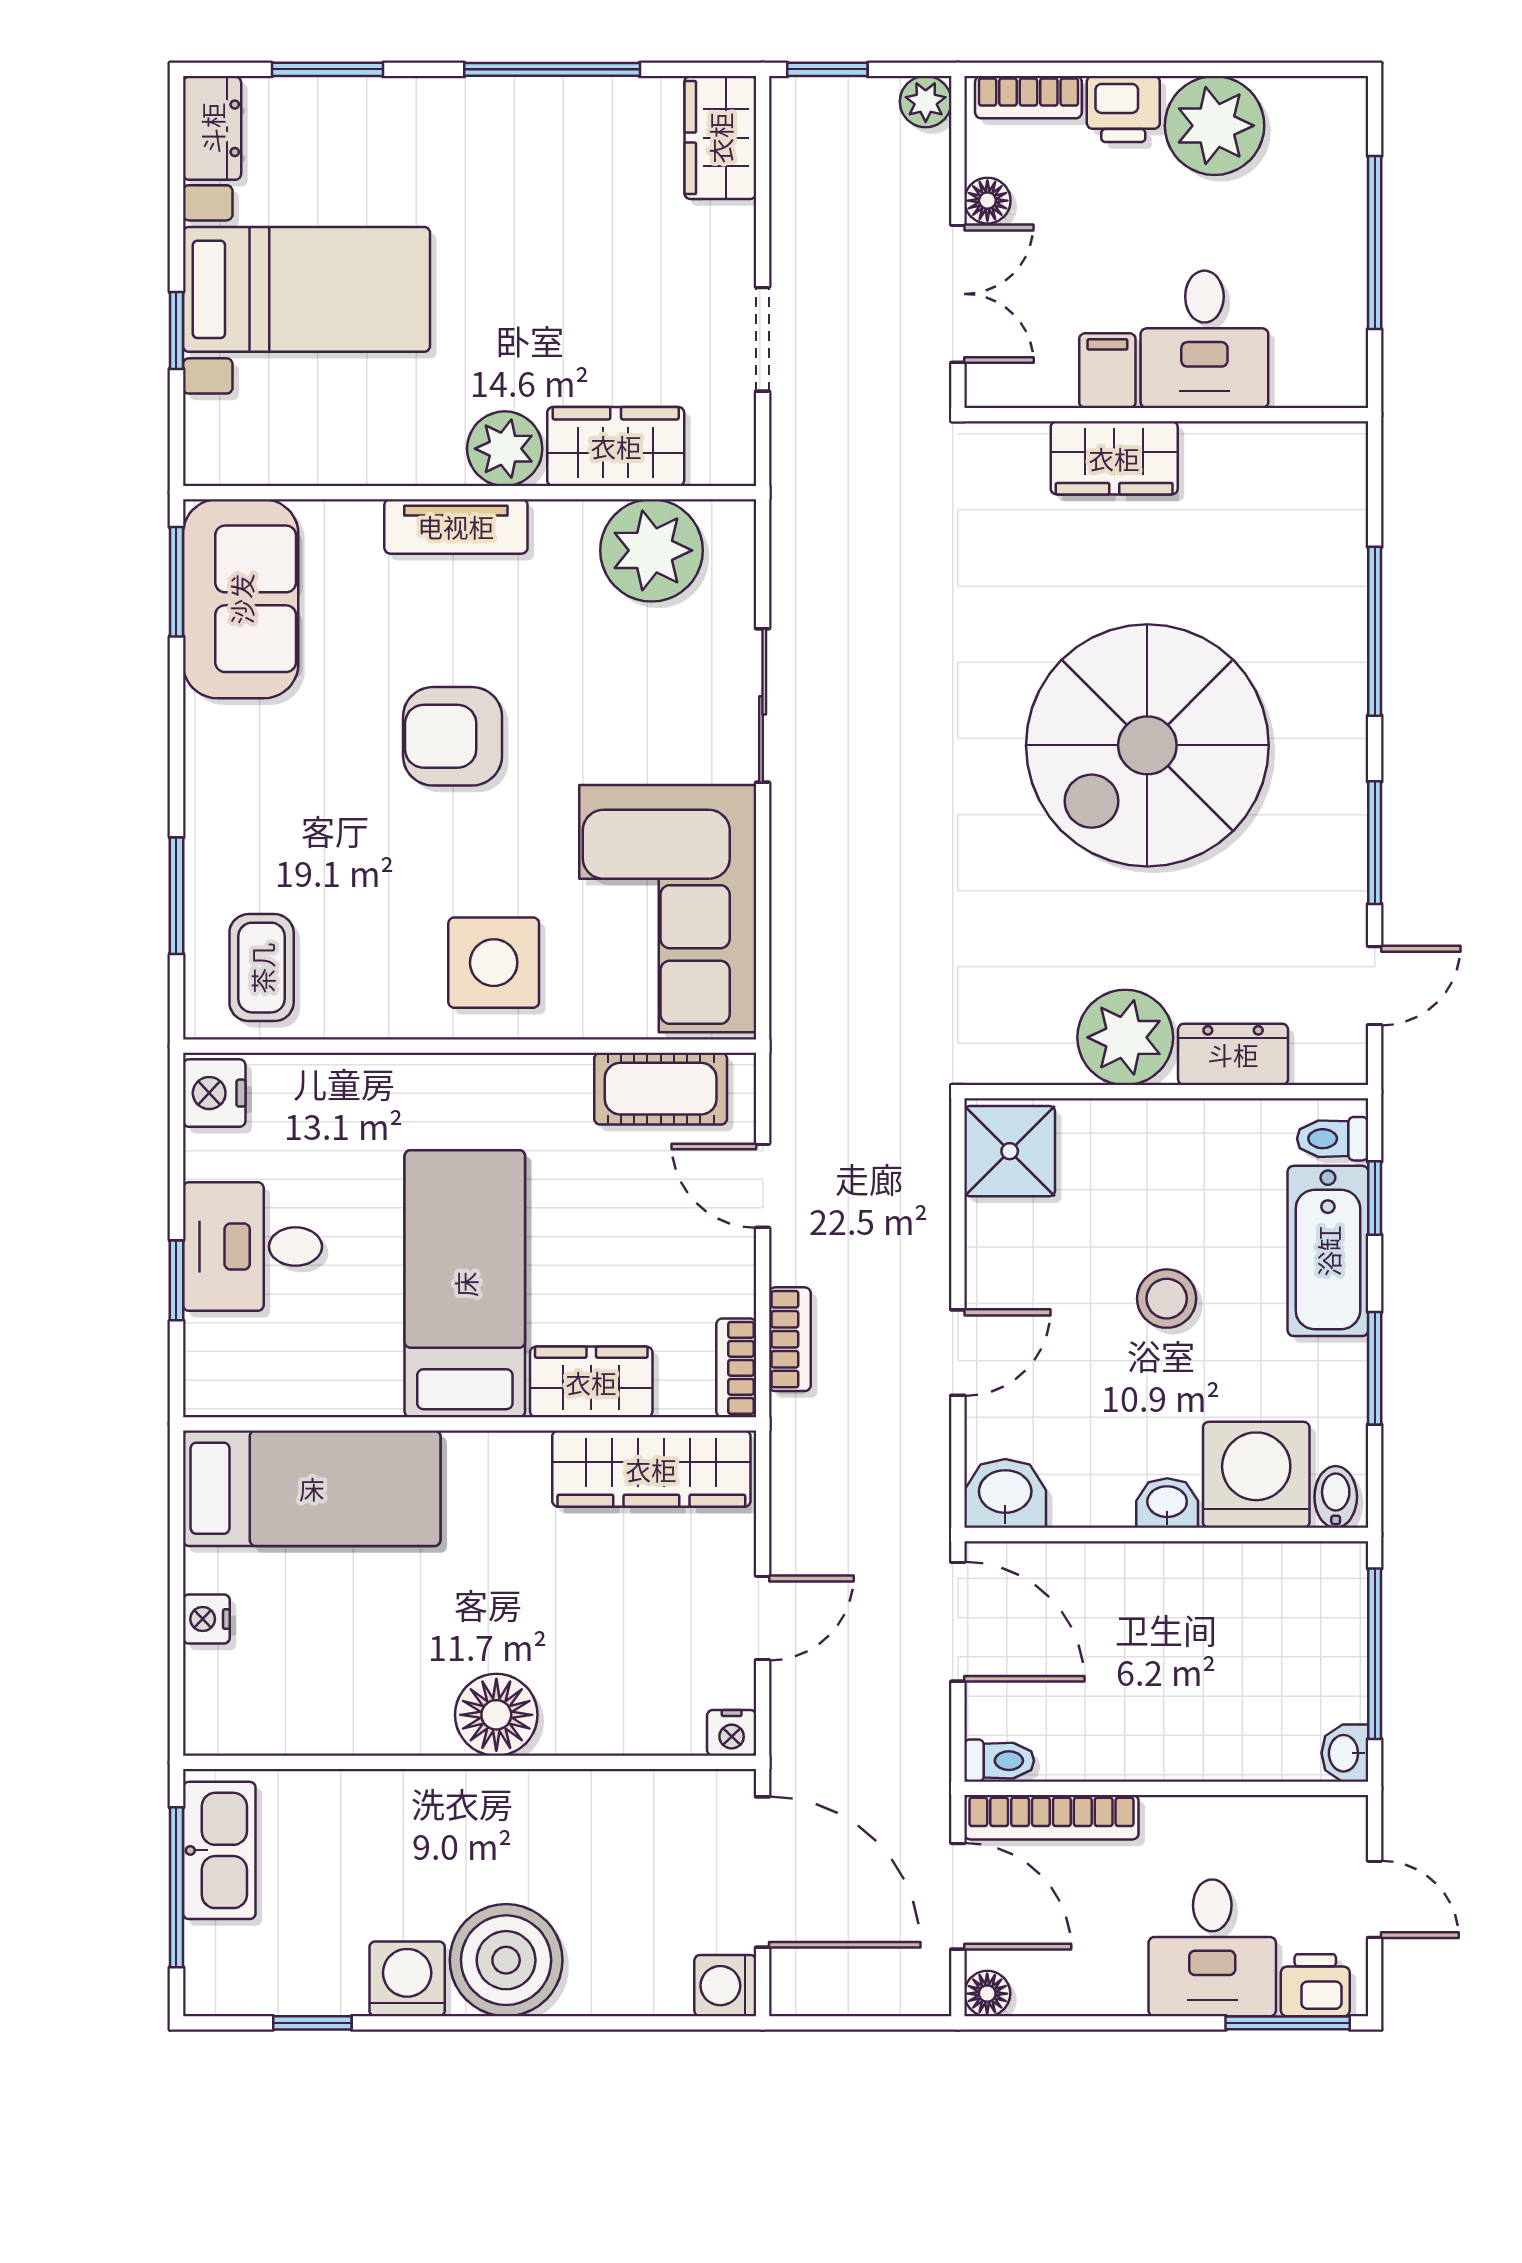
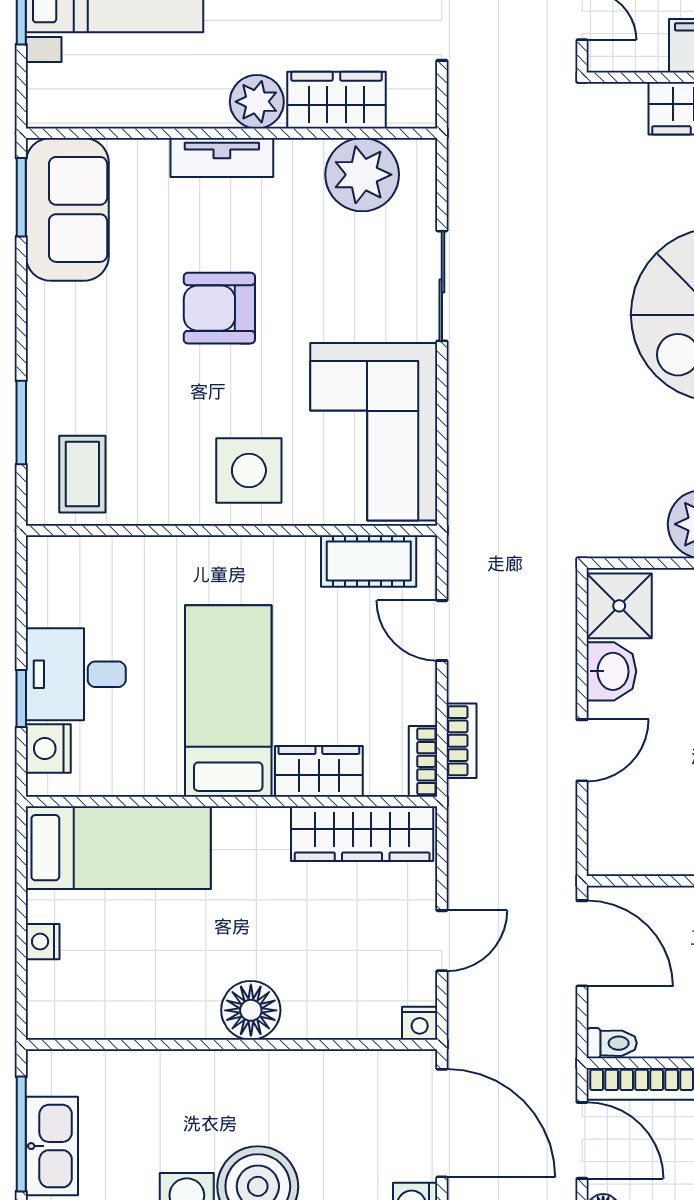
nightstand: (214, 1093) -> (48, 748), moved
washbasin: (1005, 1493) -> (611, 671), moved, turned 90
kitchen sink: (219, 1850) -> (52, 1146), moved

